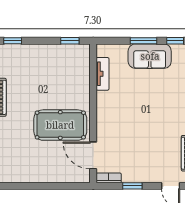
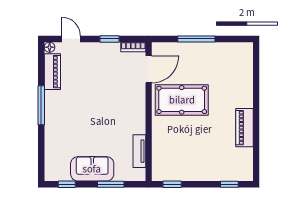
window: (144, 41) -> (111, 184), moved
door: (93, 155) -> (149, 69), hinge flipped
window: (46, 186) -> (196, 39), added

